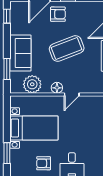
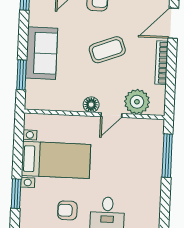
coffee table: (67, 49) -> (107, 50), width x0.73, depth x0.76
plant: (32, 84) -> (137, 102), moved

